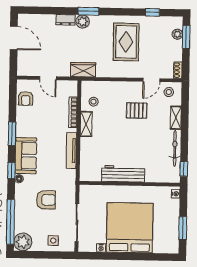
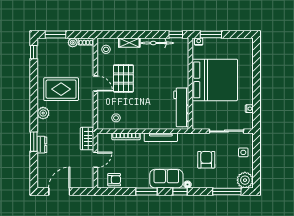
window: (88, 11) -> (34, 142), moved
window: (152, 12) -> (34, 52), moved
plant: (83, 22) -> (43, 113), moved
plant: (177, 34) -> (73, 43), moved
wardrobe: (83, 70) -> (87, 139), moved
door: (151, 80) -> (95, 83), moved
pallet: (137, 111) -> (123, 78), width x1.50, depth x1.42
shelving: (86, 124) -> (137, 124), removed
workbench: (123, 174) -> (181, 107), moved
window: (11, 222) -> (227, 192), width x0.68
bed: (130, 228) -> (215, 80), moved, turned 180
window: (183, 228) -> (211, 34), moved

